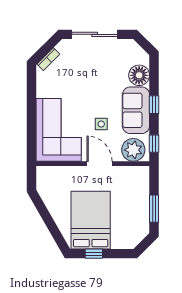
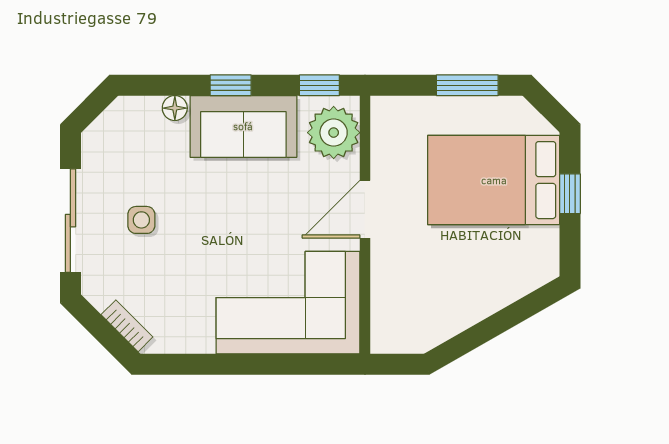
floor lamp: (139, 75) -> (175, 108), width x0.53, depth x0.53
side table: (101, 124) -> (141, 220), moved
bed: (91, 220) -> (494, 180), moved
window: (94, 254) -> (570, 194), moved

